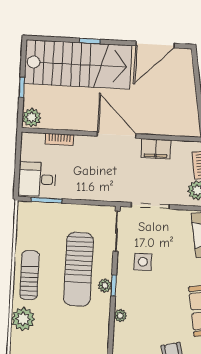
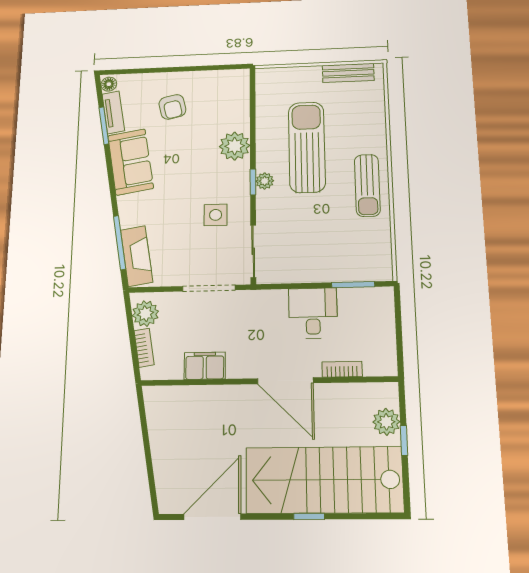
plant: (31, 117) -> (386, 422), moved
door: (117, 135) -> (285, 381), moved
desk: (37, 179) -> (313, 313), moved, turned -90
sun lounger: (79, 269) -> (307, 147), moved
plant: (120, 316) -> (235, 146), width x1.88, depth x1.88
plant: (23, 319) -> (371, 130), removed

